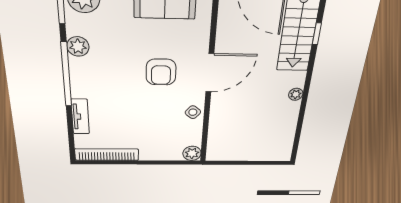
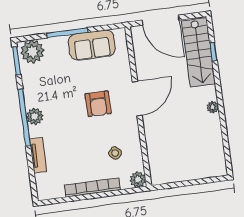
plant: (78, 46) -> (35, 116), moved
side table: (193, 112) -> (115, 153), moved
bookcase: (107, 155) -> (92, 187), moved

